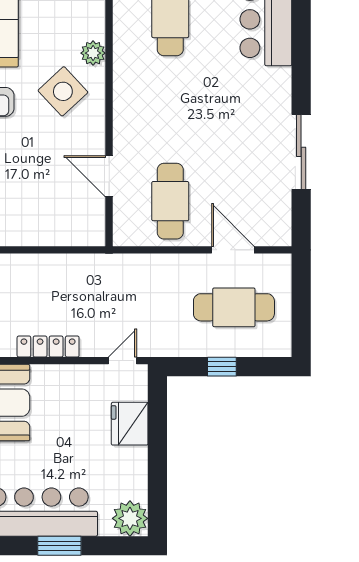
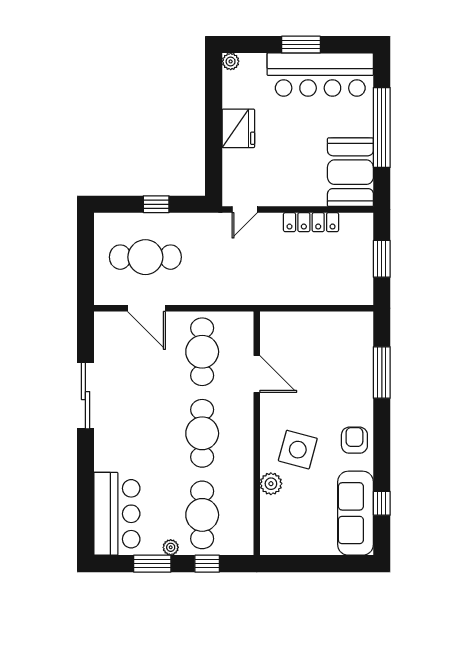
side table: (63, 91) -> (298, 450), turned -32
cafe table: (170, 110) -> (202, 433), added
fridge: (130, 424) -> (238, 128), moved
plant: (130, 518) -> (231, 61), width x0.53, depth x0.53

